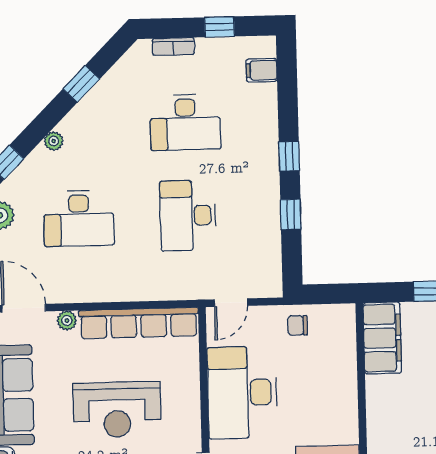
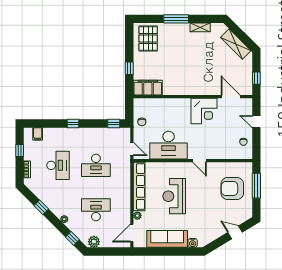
window: (291, 215) -> (114, 124), moved
desk: (79, 218) -> (96, 210), turned -90
reception desk: (117, 410) -> (174, 196), turned 180

